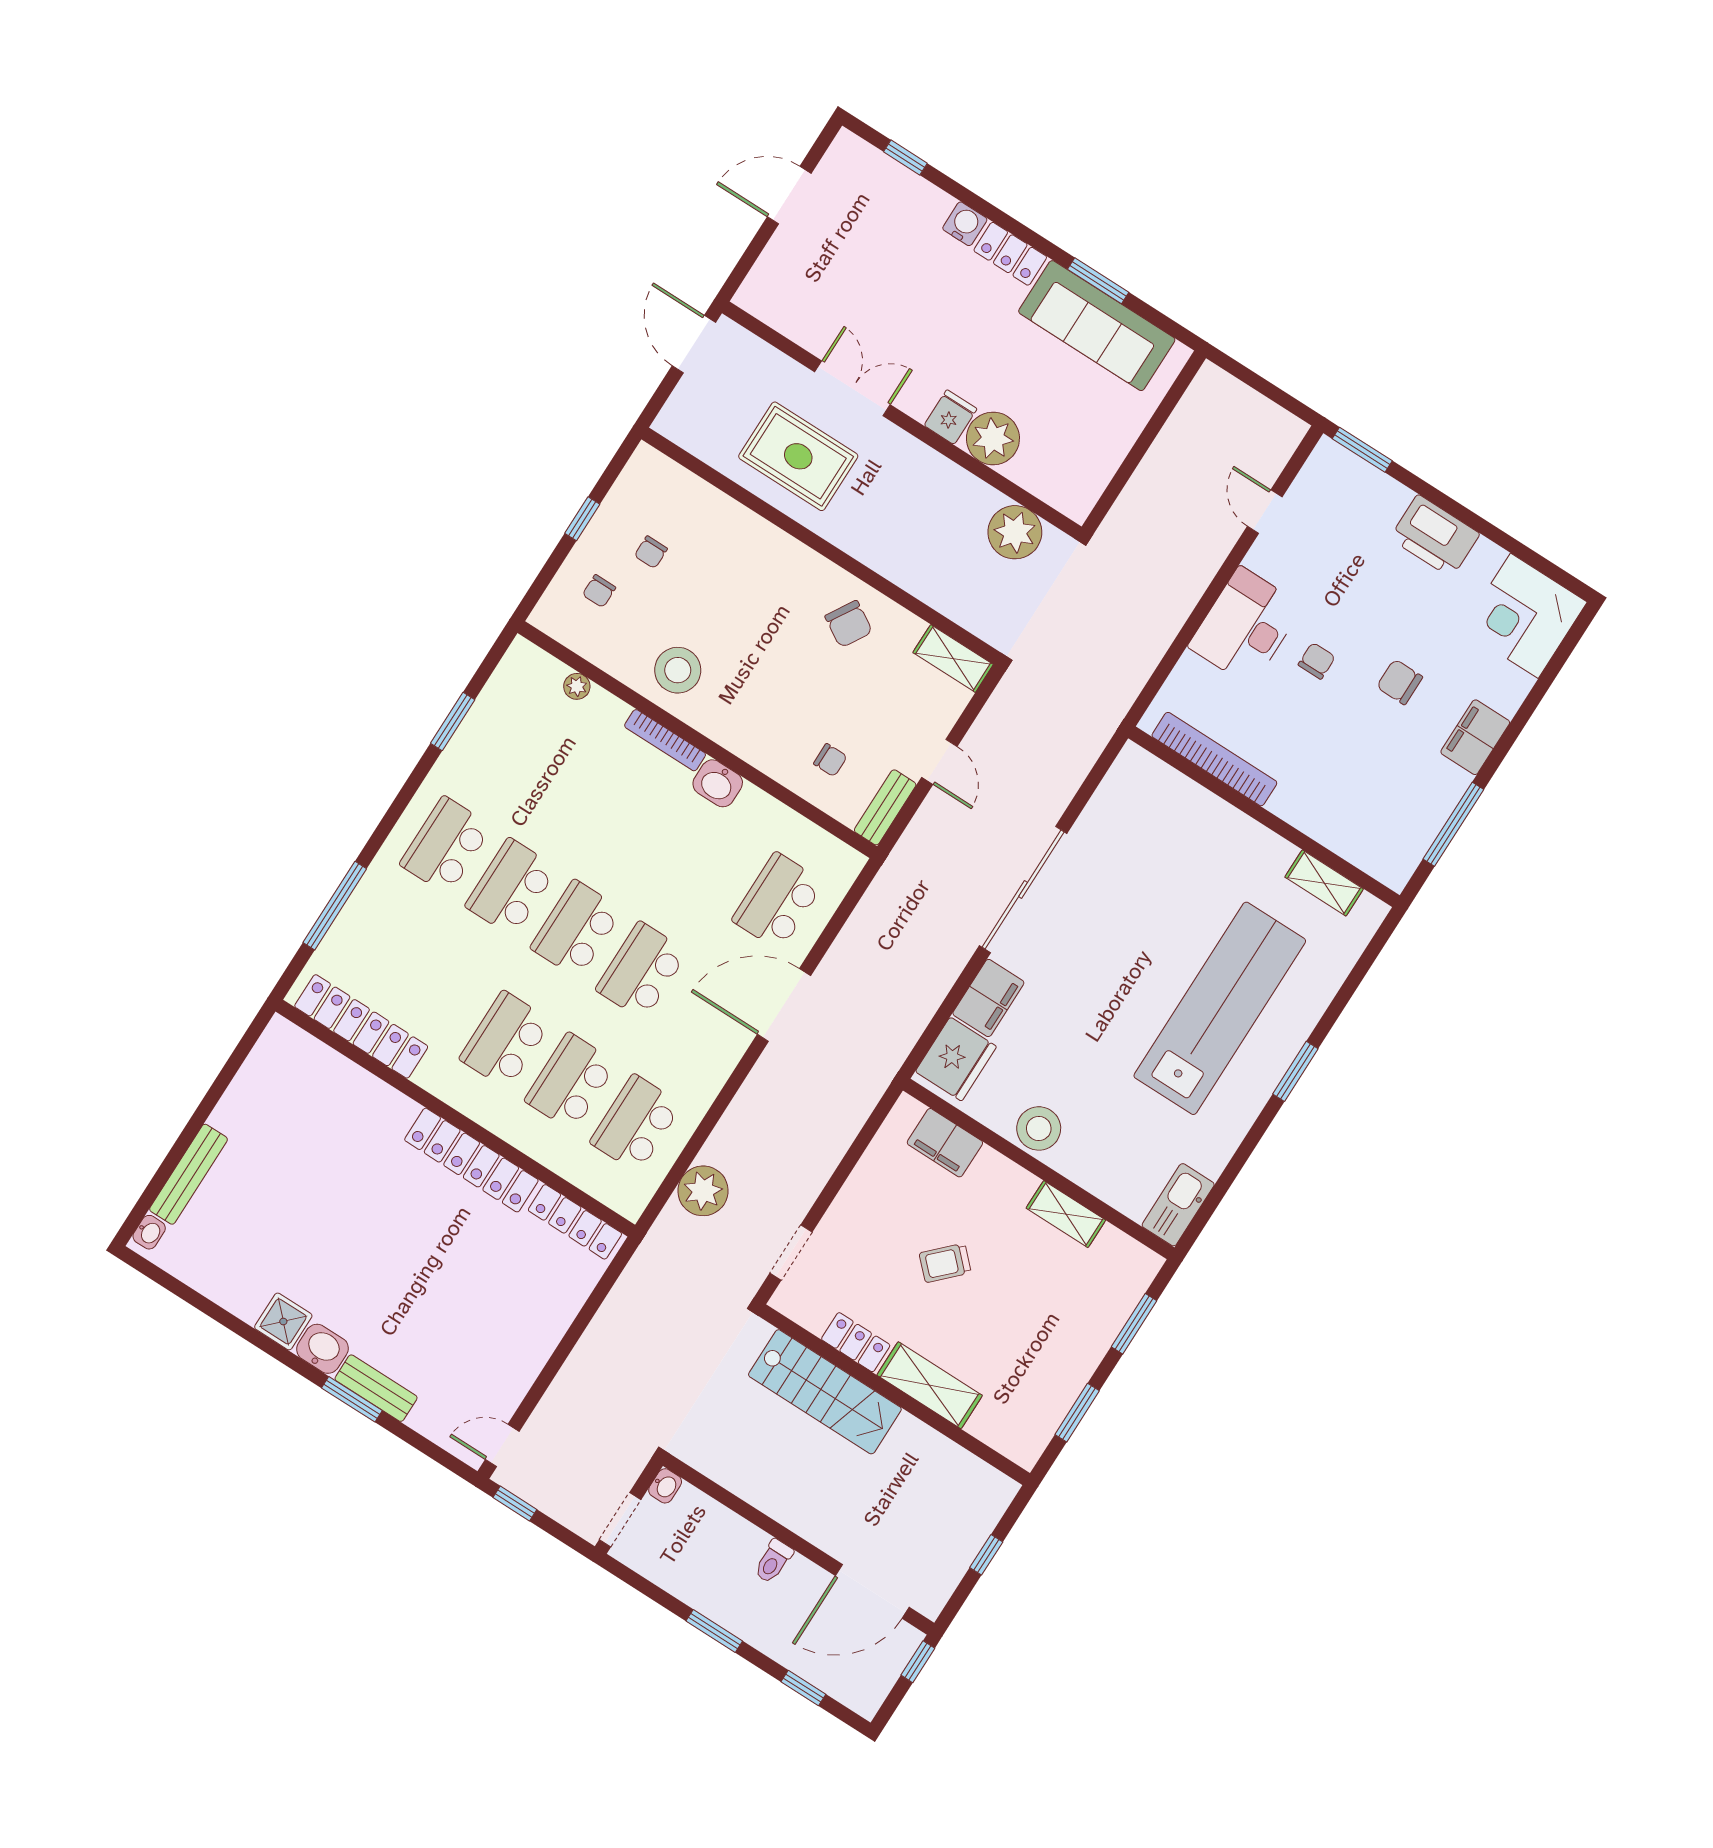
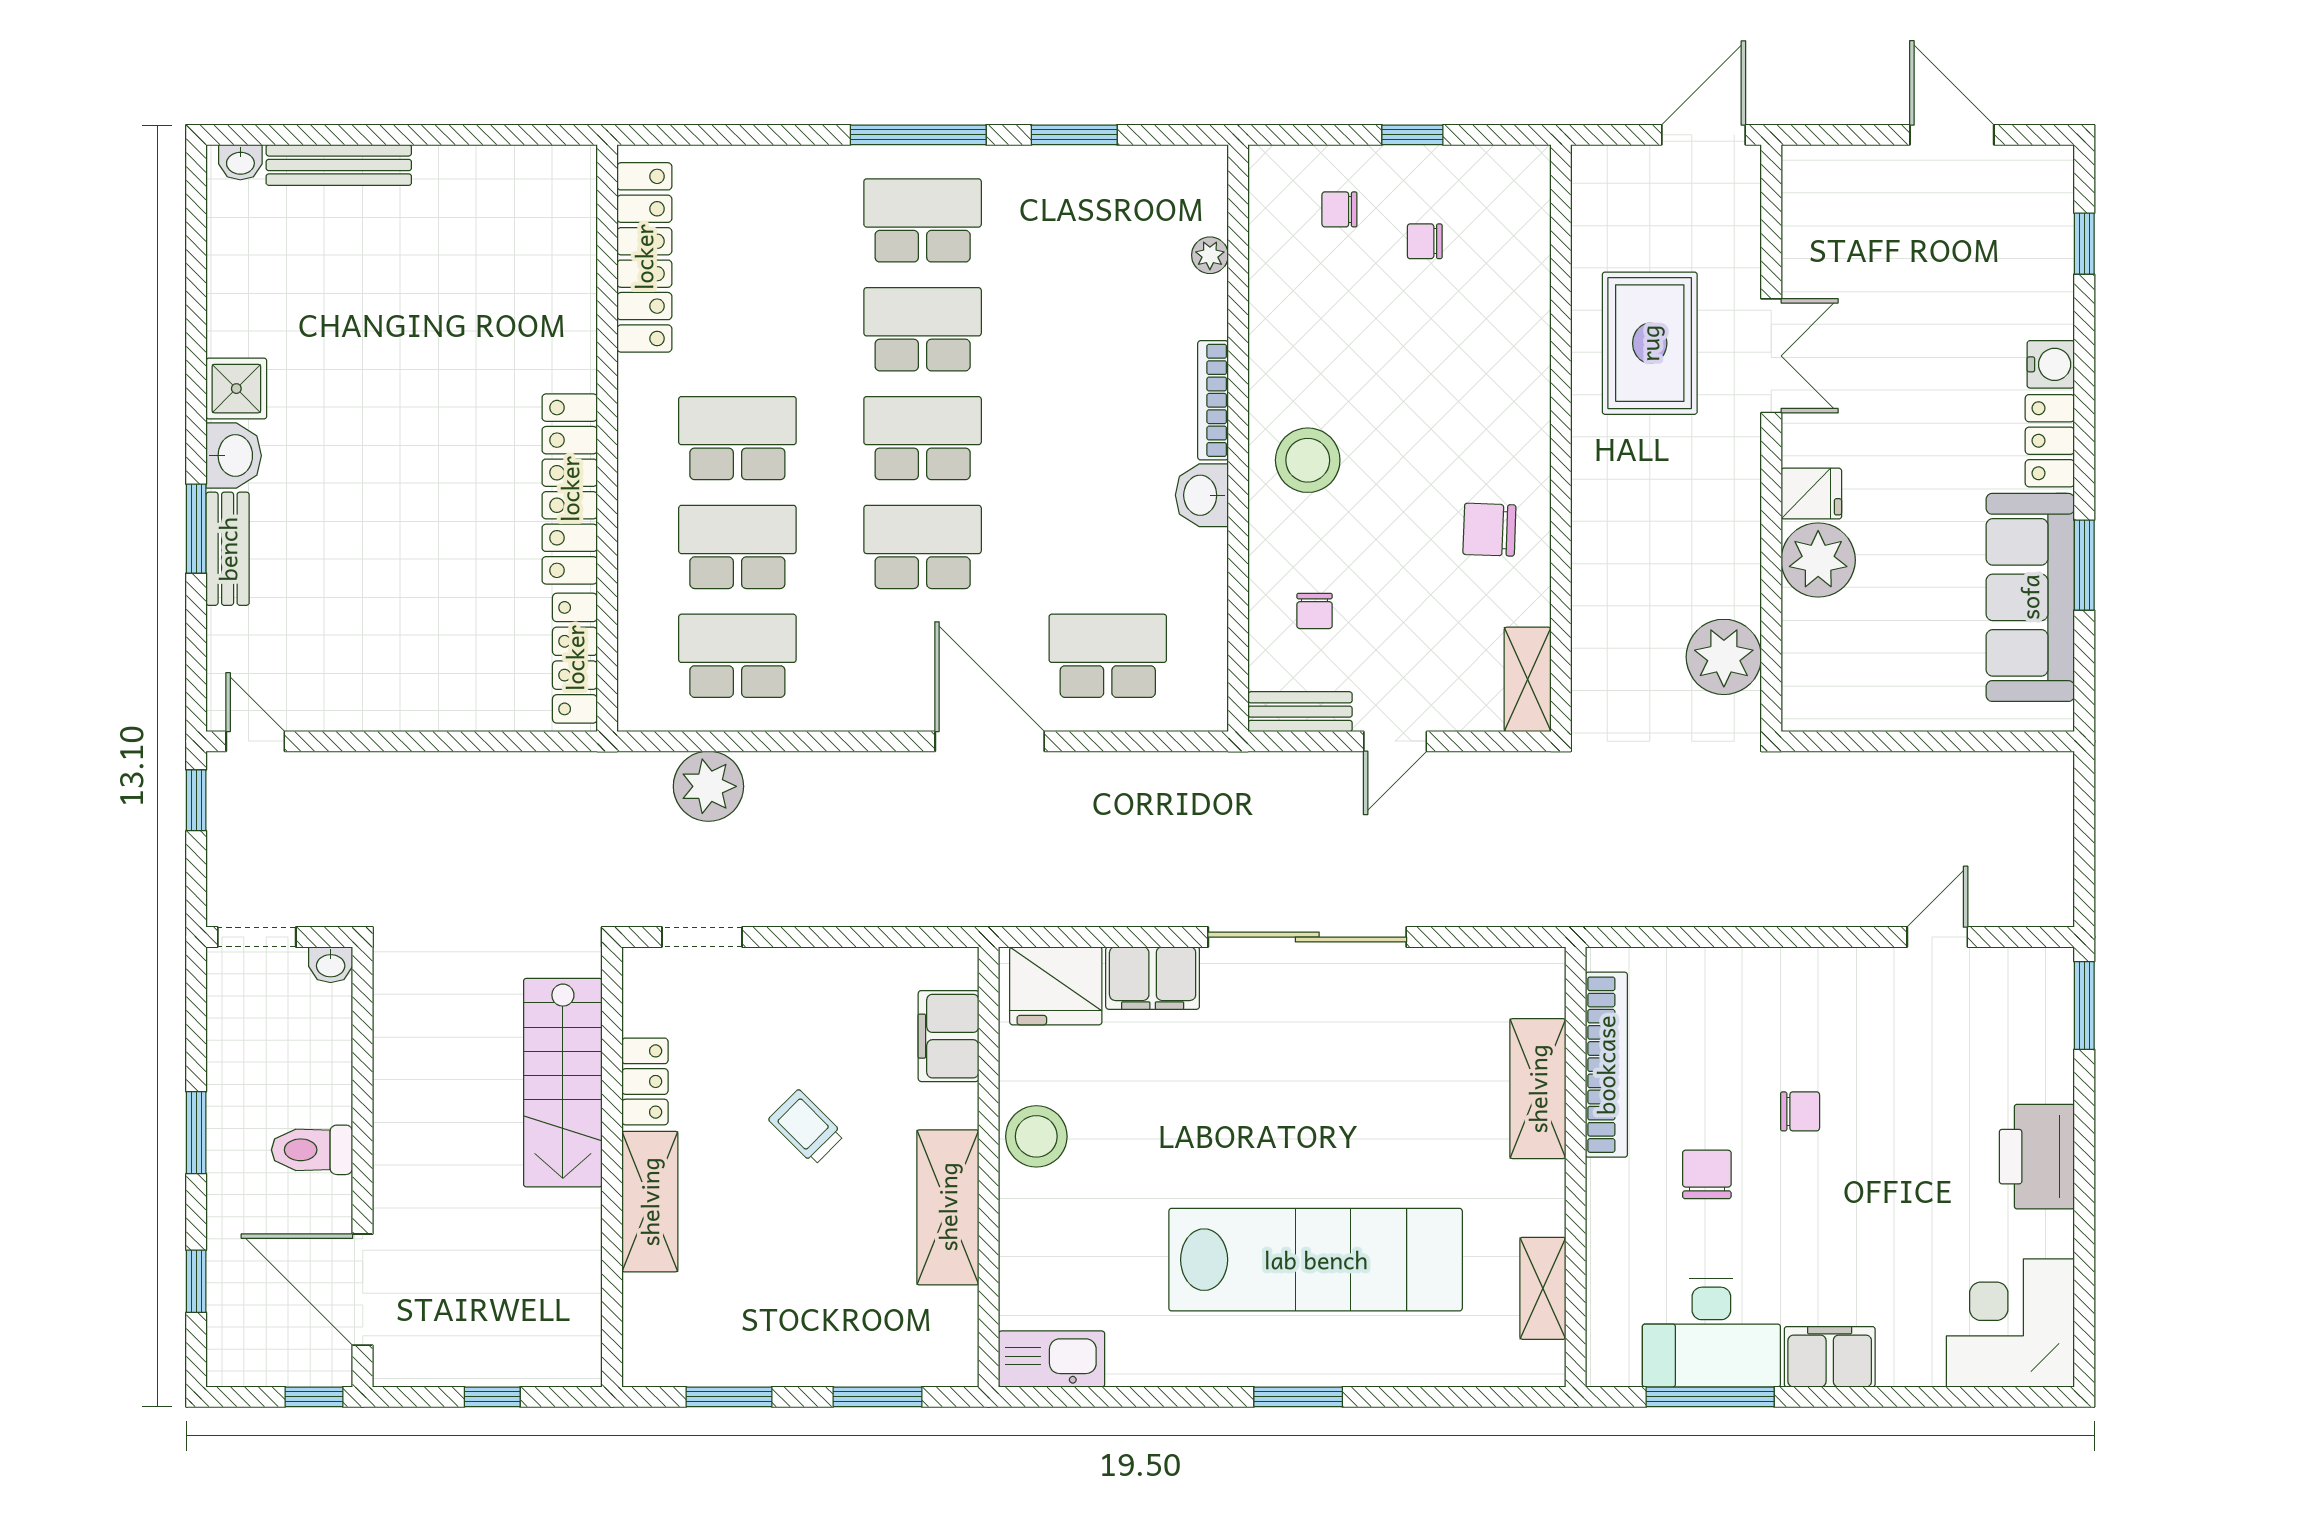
chair: (849, 624) -> (1489, 530), turned 61
desk: (1245, 626) -> (1711, 1333), moved, turned 180
stool: (678, 670) -> (1308, 460), moved
chair: (1400, 682) -> (1707, 1174), moved
shelving: (1202, 809) -> (1538, 1089), added
window: (335, 906) -> (918, 135), moved
shelving: (1066, 1214) -> (948, 1207), width x1.50, depth x1.33
toilet: (773, 1561) -> (312, 1150), width x1.37, depth x1.39

